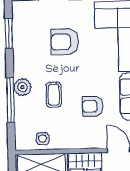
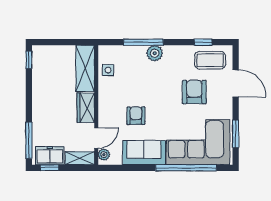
window: (9, 33) -> (203, 42), width x0.67
coffee table: (54, 95) -> (210, 60), moved, width x1.36, depth x1.30

